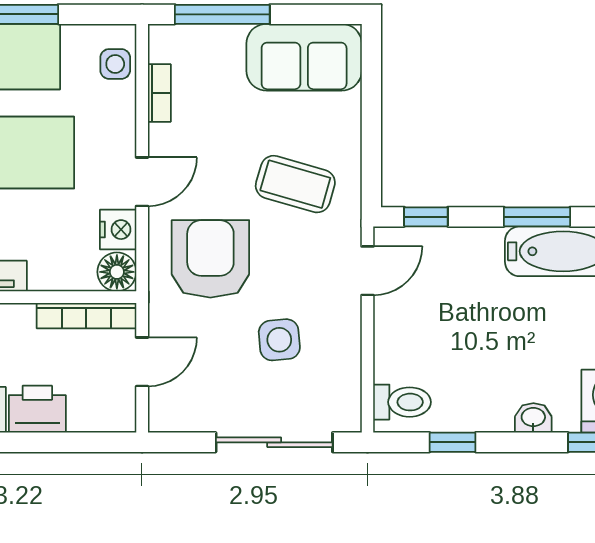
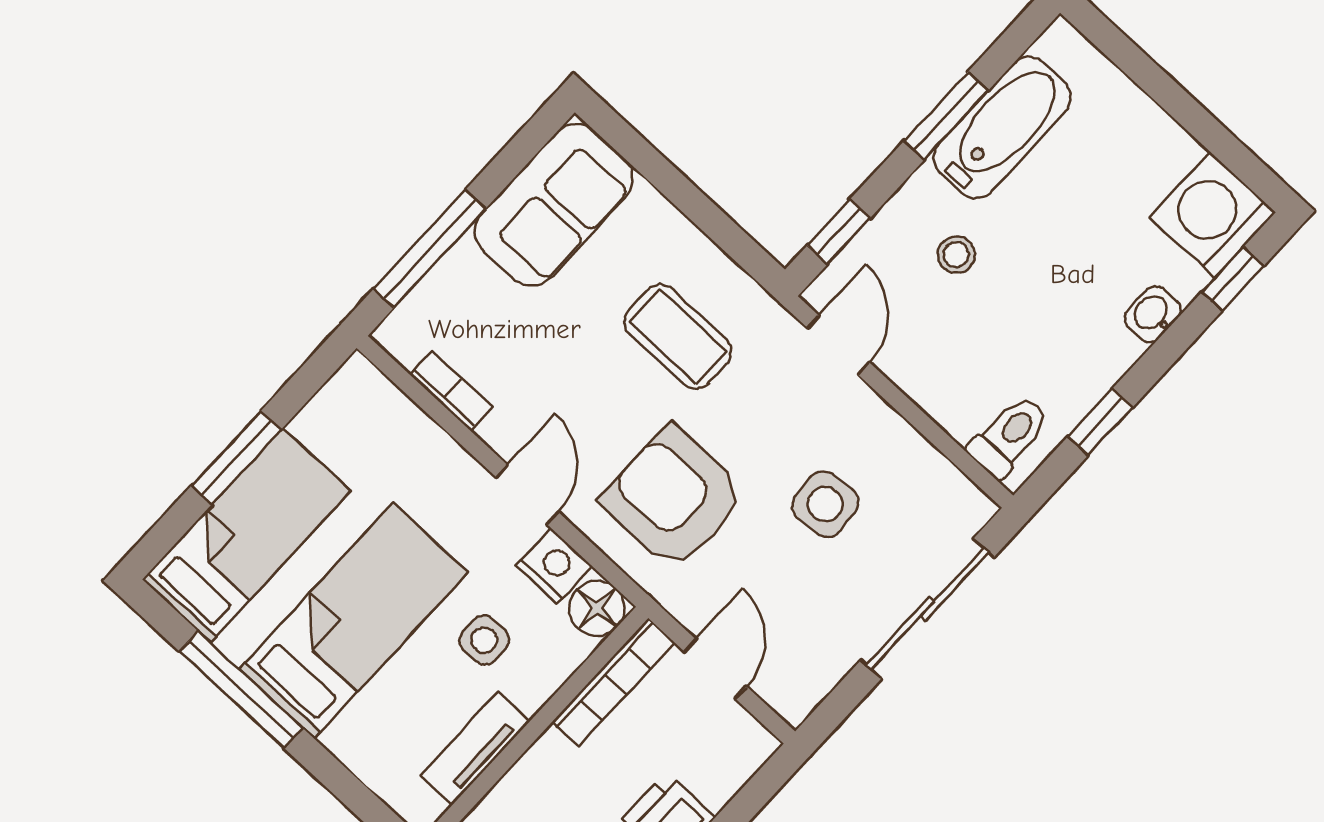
side table: (115, 64) -> (484, 640), moved
coffee table: (295, 184) -> (678, 337), turned 74
stool: (470, 288) -> (956, 255), added

